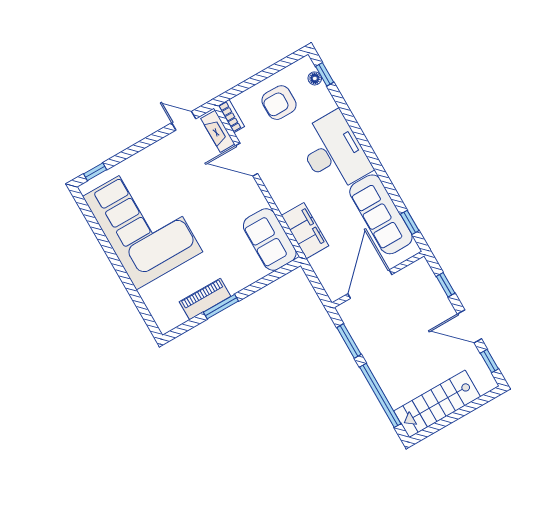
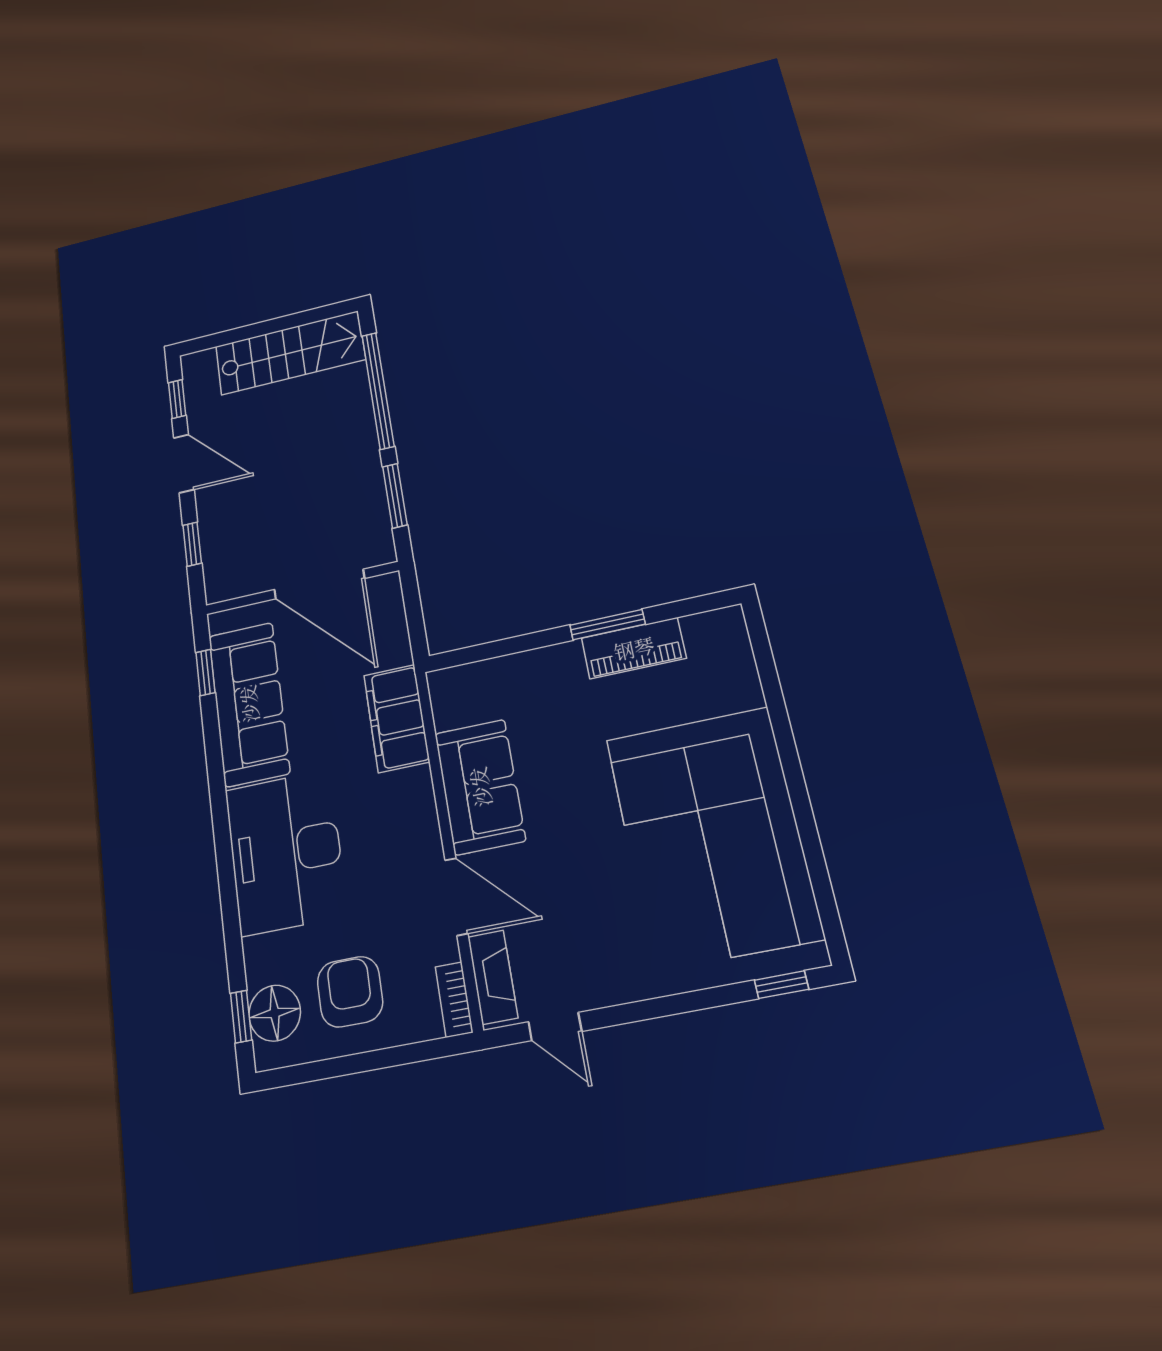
floor lamp: (315, 78) -> (275, 1013), width x1.89, depth x1.89
armchair: (279, 103) -> (350, 992), turned -90
sofa: (270, 240) -> (480, 787), moved
door: (370, 284) -> (319, 584), hinge flipped

